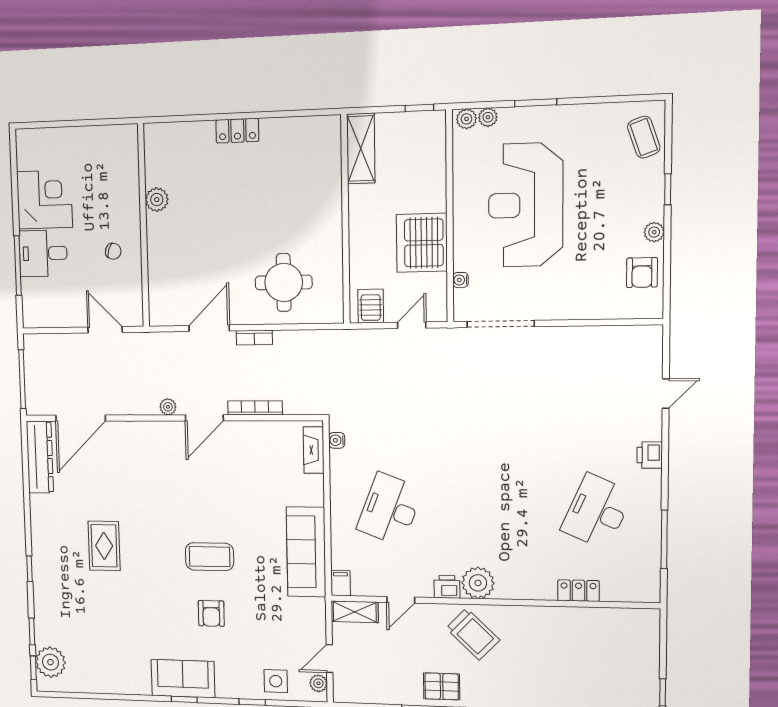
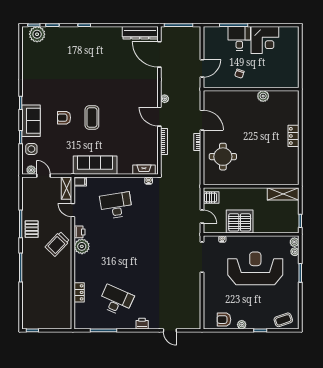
desk: (390, 509) -> (116, 205), turned -30
rug: (104, 546) -> (96, 64), removed
sofa: (183, 679) -> (31, 121), moved

